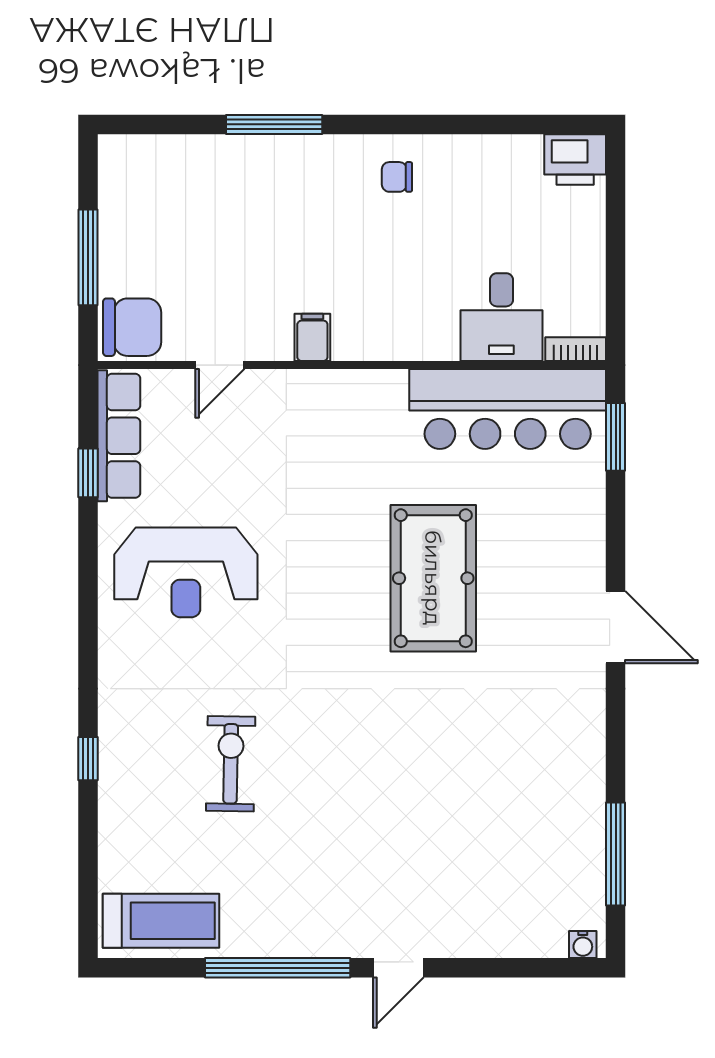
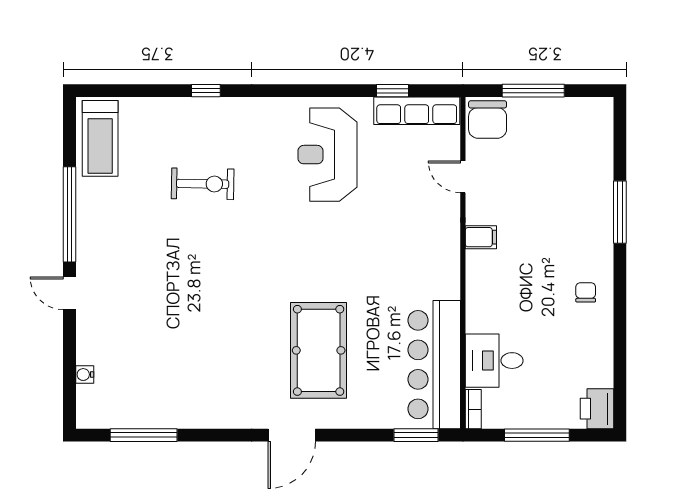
window: (616, 252) -> (537, 435), added
pool table: (433, 578) -> (319, 350), moved, turned 90
water cooler: (583, 944) -> (85, 375), moved

